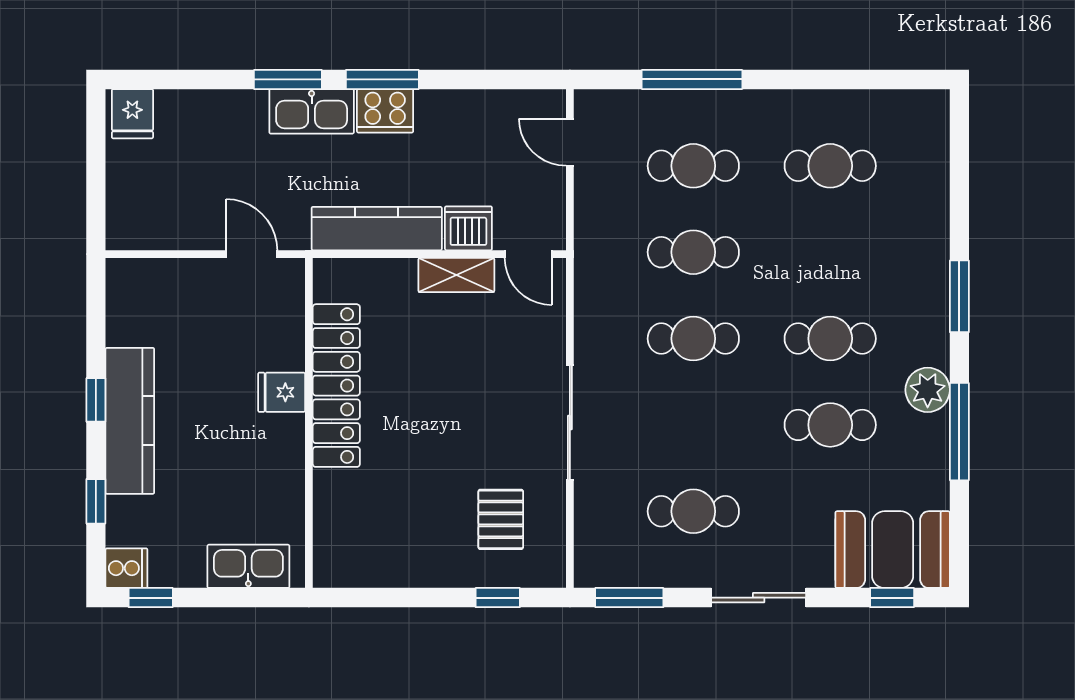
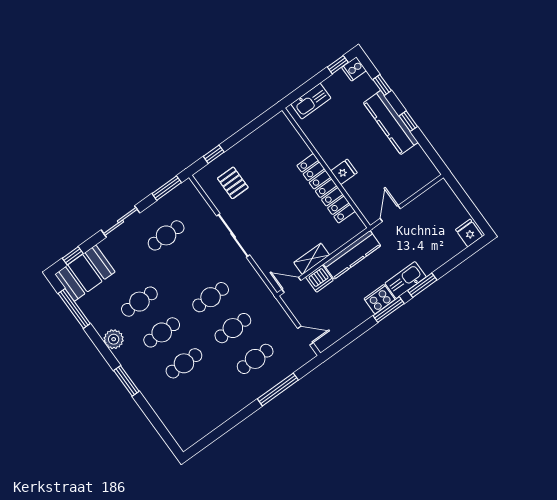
cafe table: (830, 166) -> (184, 363), moved
door: (252, 254) -> (390, 213), swing flipped
window: (959, 432) -> (74, 308), moved

